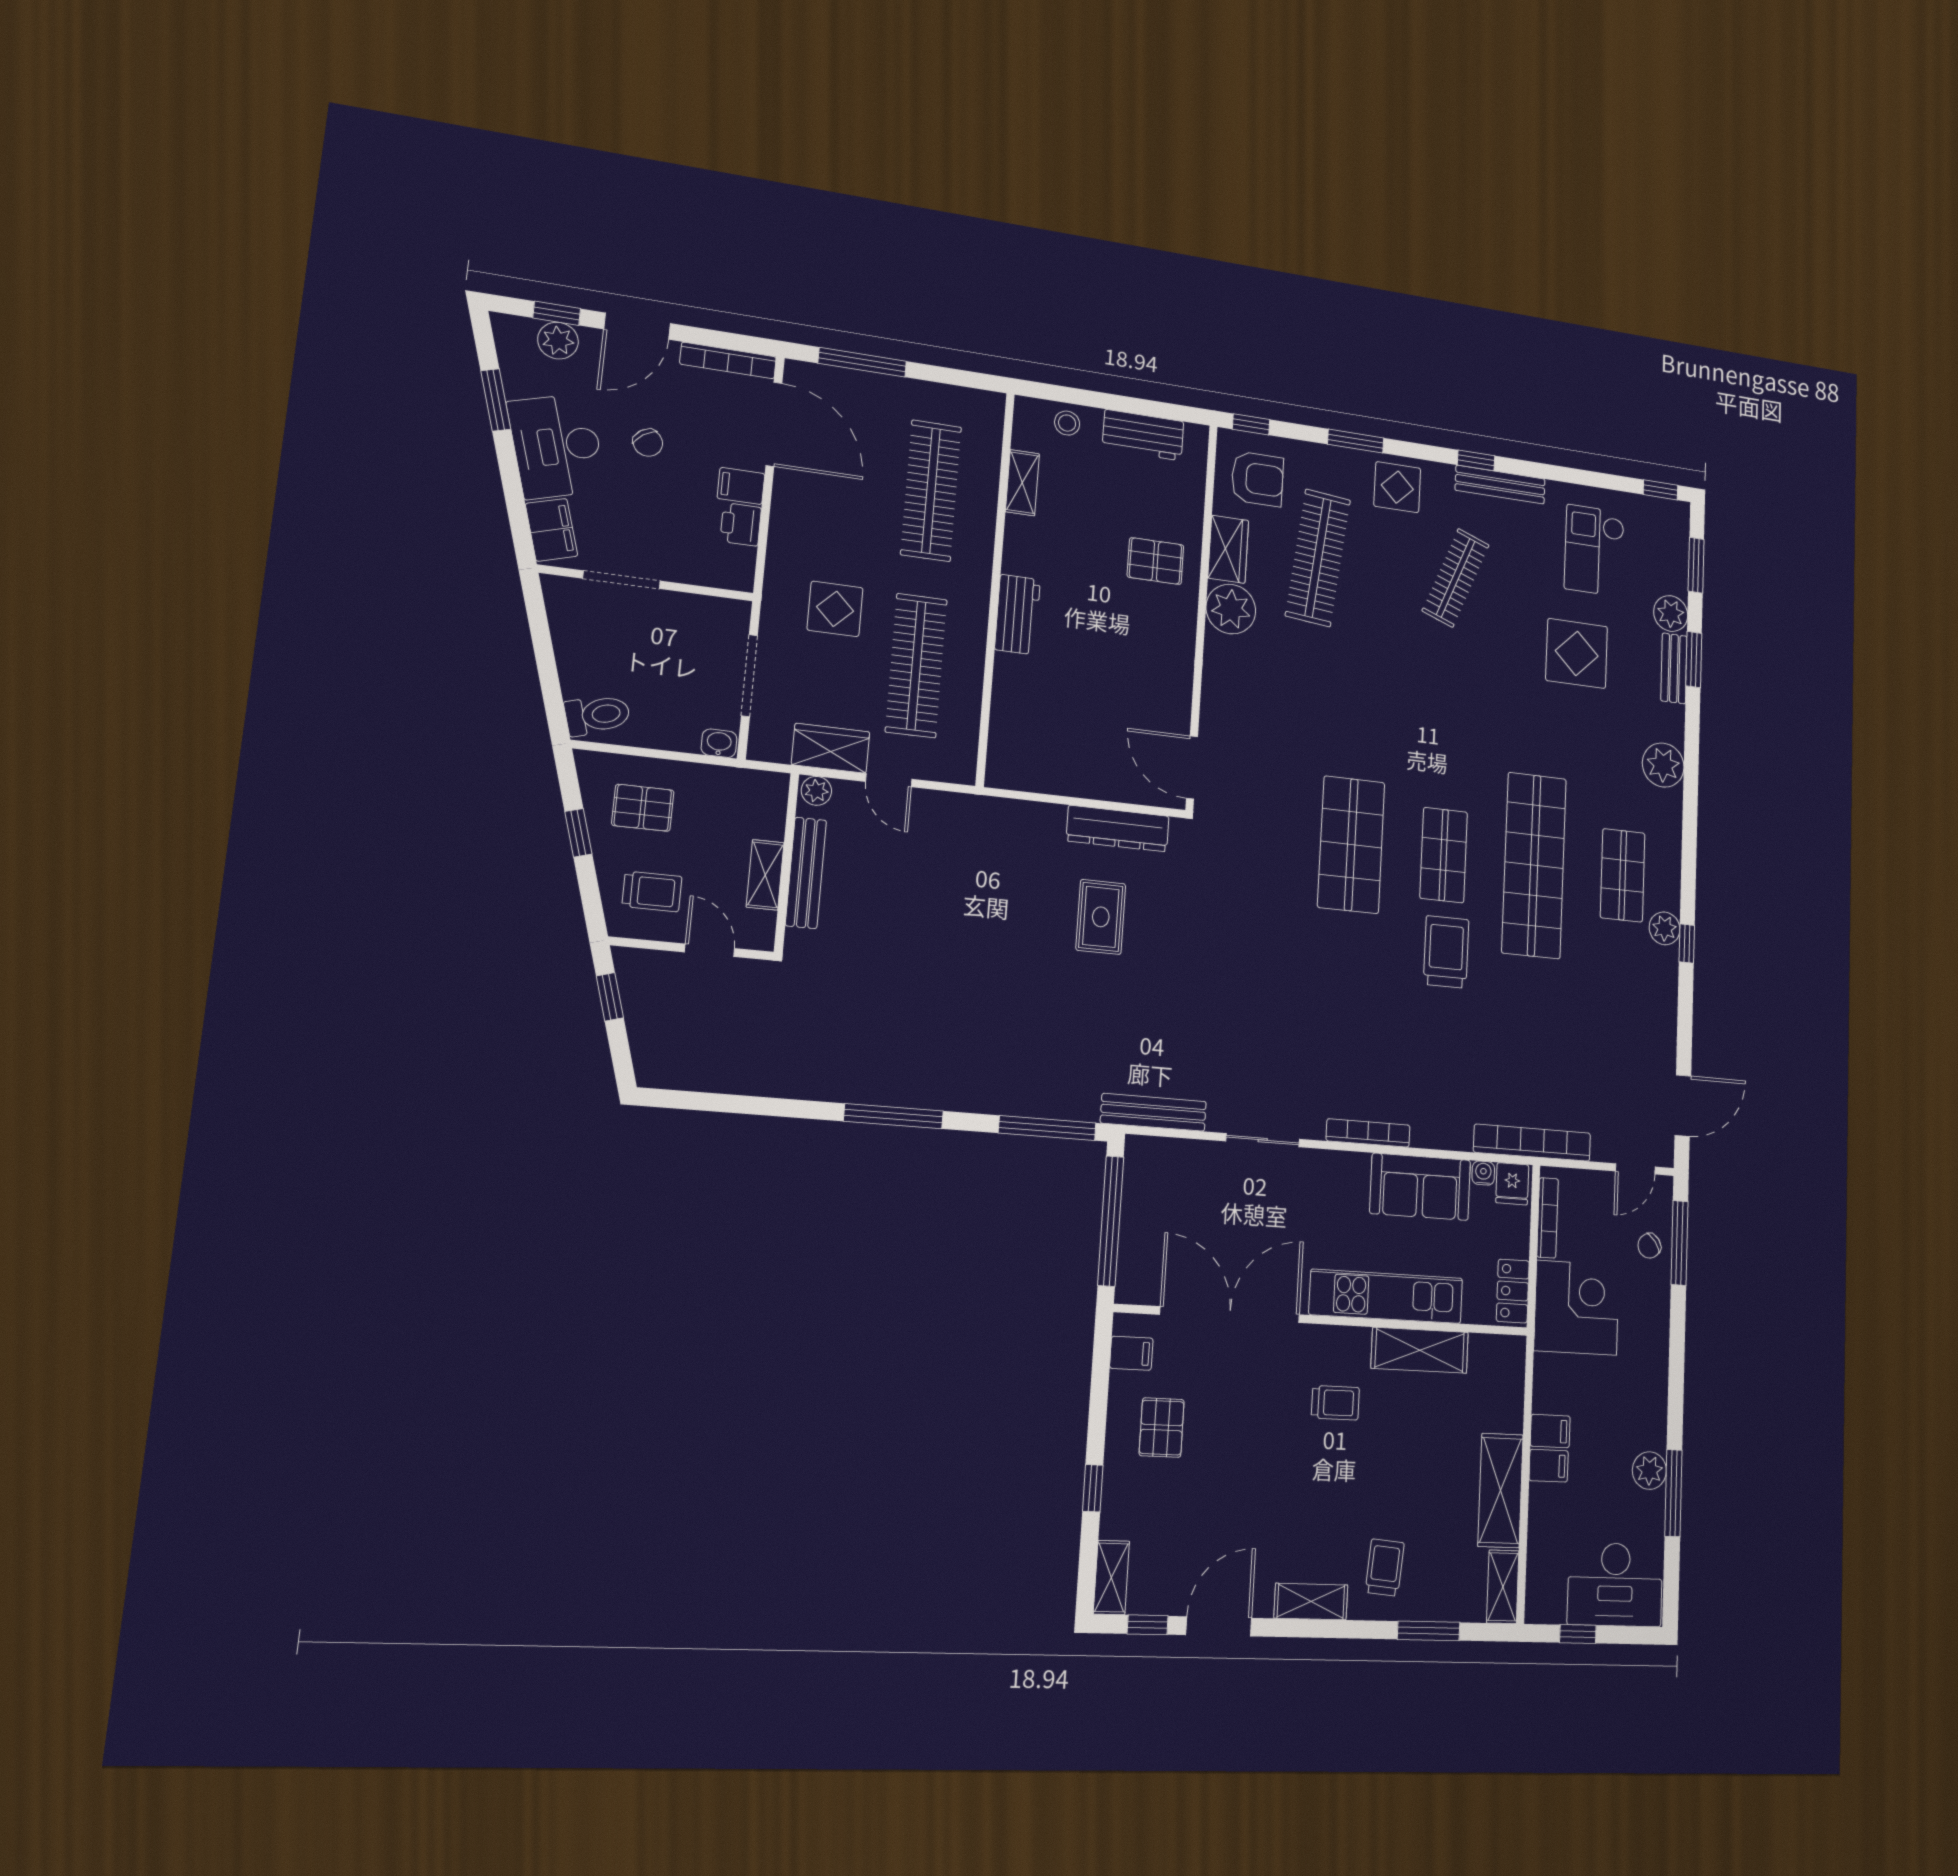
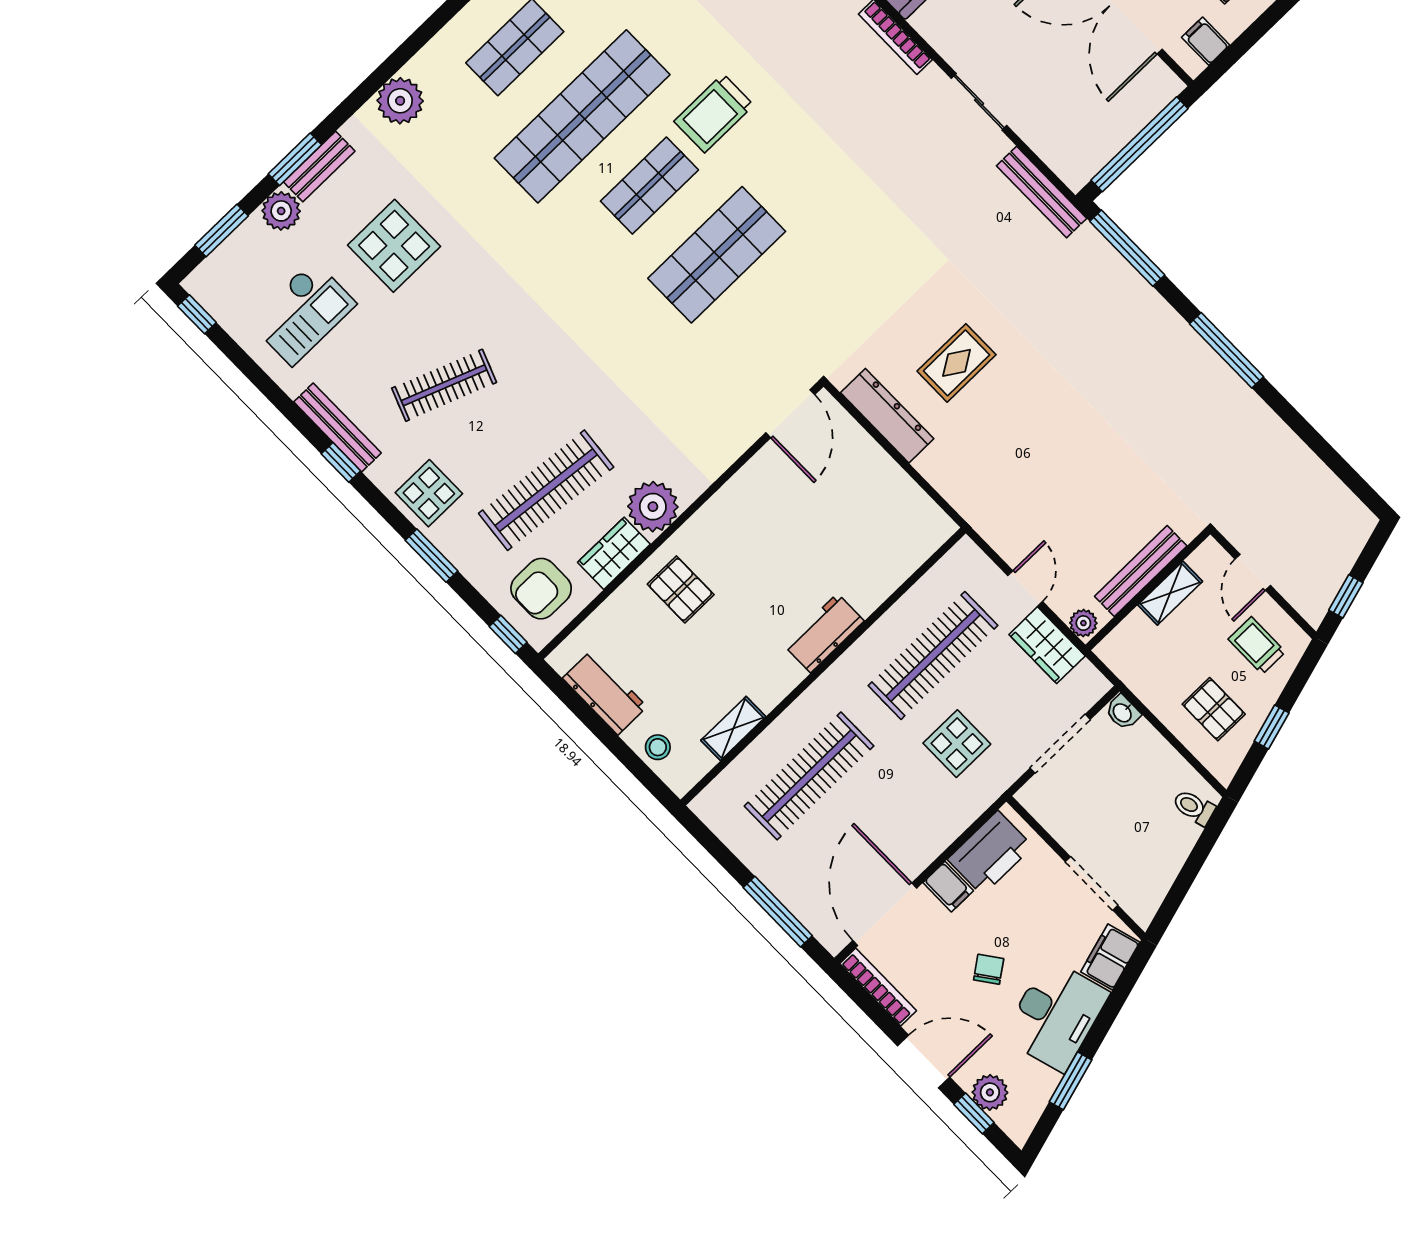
armchair: (1257, 479) -> (541, 589), turned -90
printer: (741, 524) -> (990, 853), width x1.87, depth x1.48
toilet: (597, 715) -> (1194, 807), width x0.73, depth x0.72

